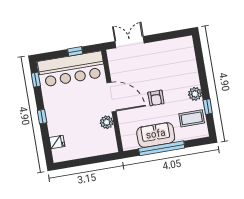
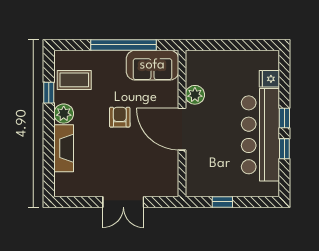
double door: (130, 42) -> (123, 202), moved
bar counter: (71, 69) -> (260, 135), moved, turned -90
fireplace: (191, 70) -> (64, 148), added
window: (36, 80) -> (284, 149), moved
sofa: (156, 135) -> (152, 65), moved

